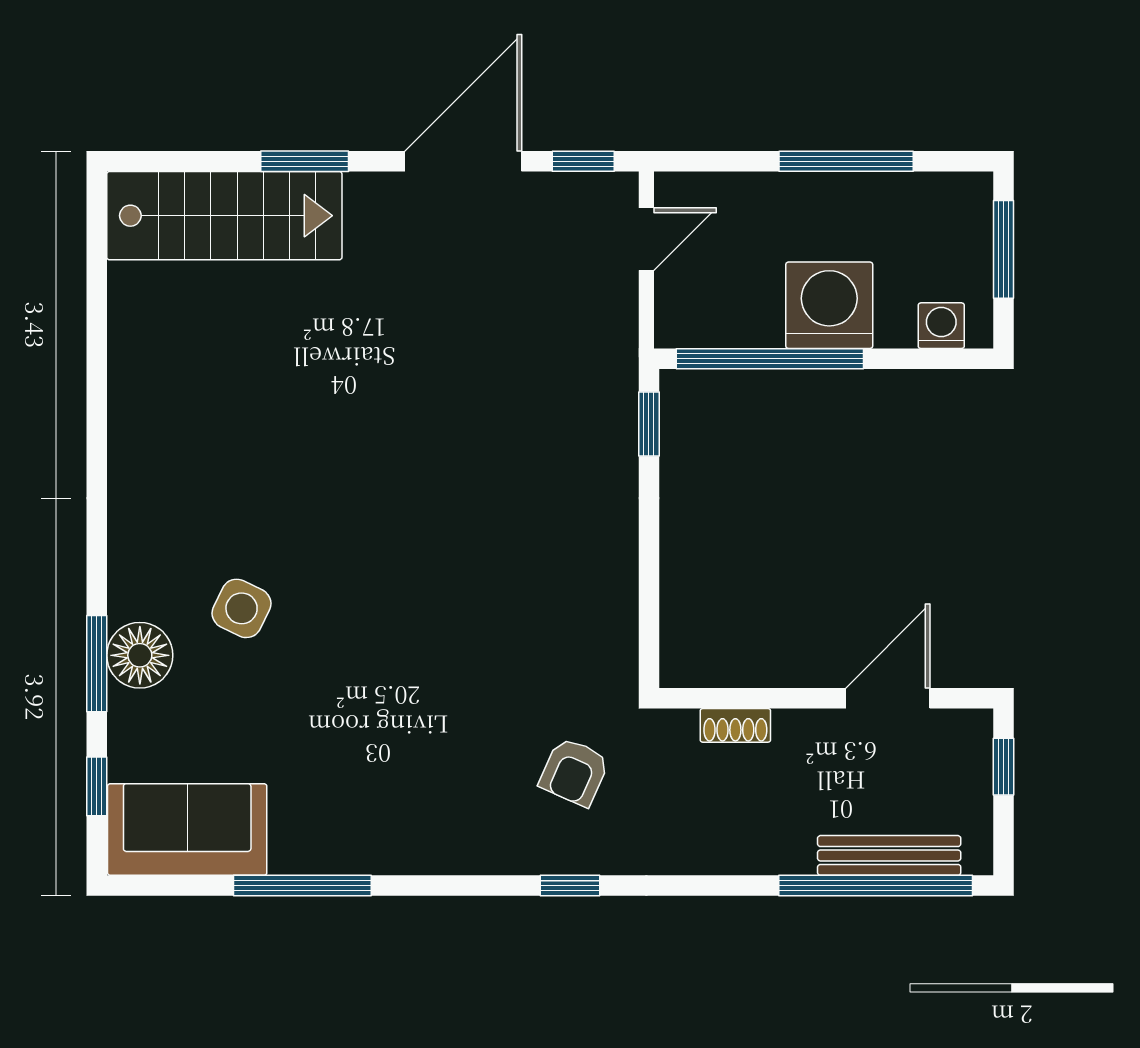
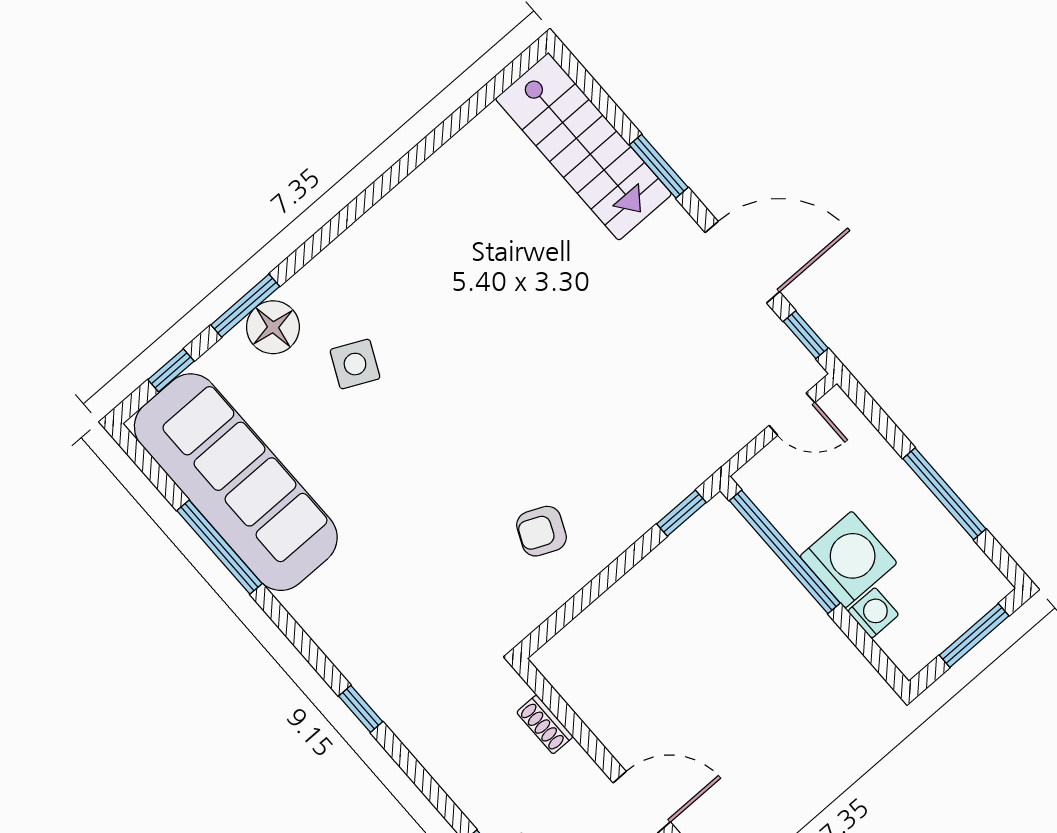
washing machine: (941, 326) -> (873, 613), moved
armchair: (574, 772) -> (542, 531), moved
sofa: (187, 829) -> (236, 482), width x1.85, depth x1.27

